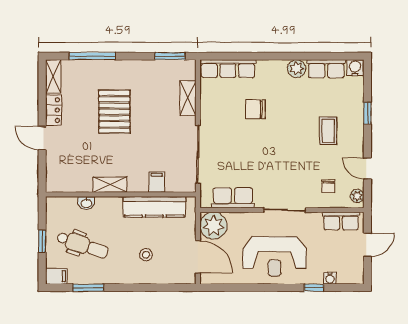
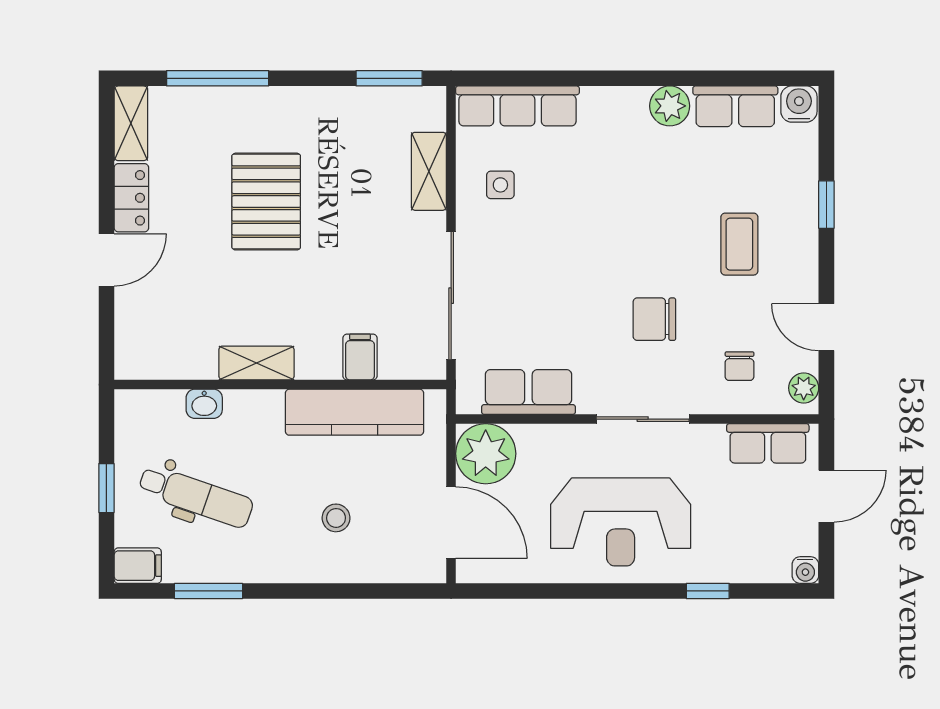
side table: (220, 104) -> (500, 185), added
chair: (255, 109) -> (654, 319), moved
door: (42, 138) -> (106, 260), swing flipped
water cooler: (330, 278) -> (805, 570), moved

